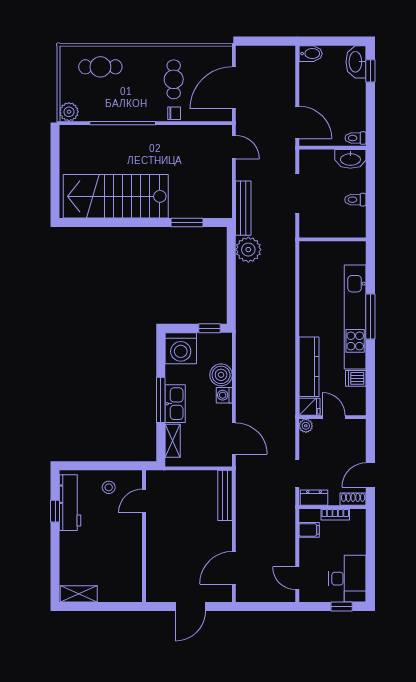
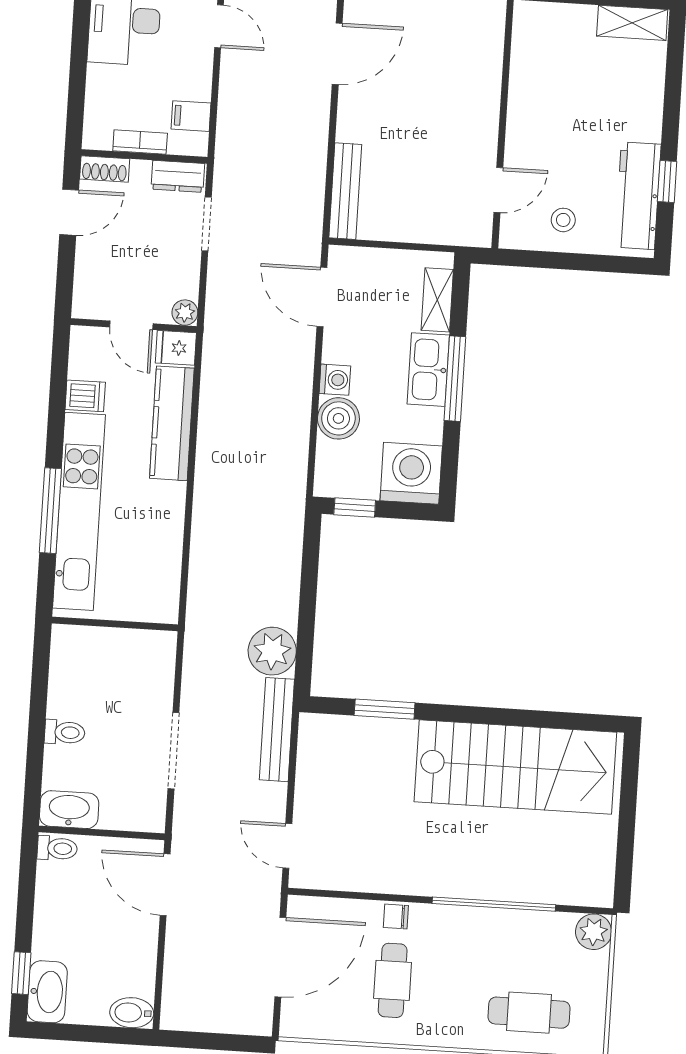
wall: (332, 239) -> (115, 624), moved

